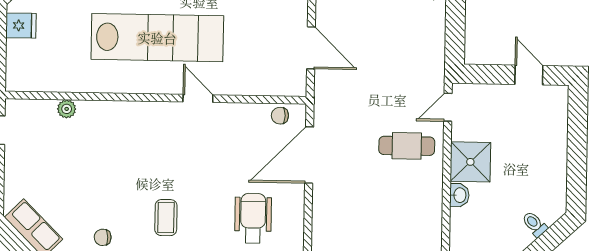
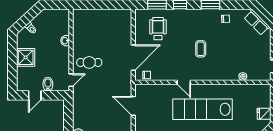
door: (529, 75) -> (35, 95), hinge flipped
bidet: (499, 99) -> (48, 84), added
shower: (470, 162) -> (26, 57), moved
coffee table: (166, 218) -> (201, 49), moved
wheelchair: (253, 218) -> (158, 29), turned 180

